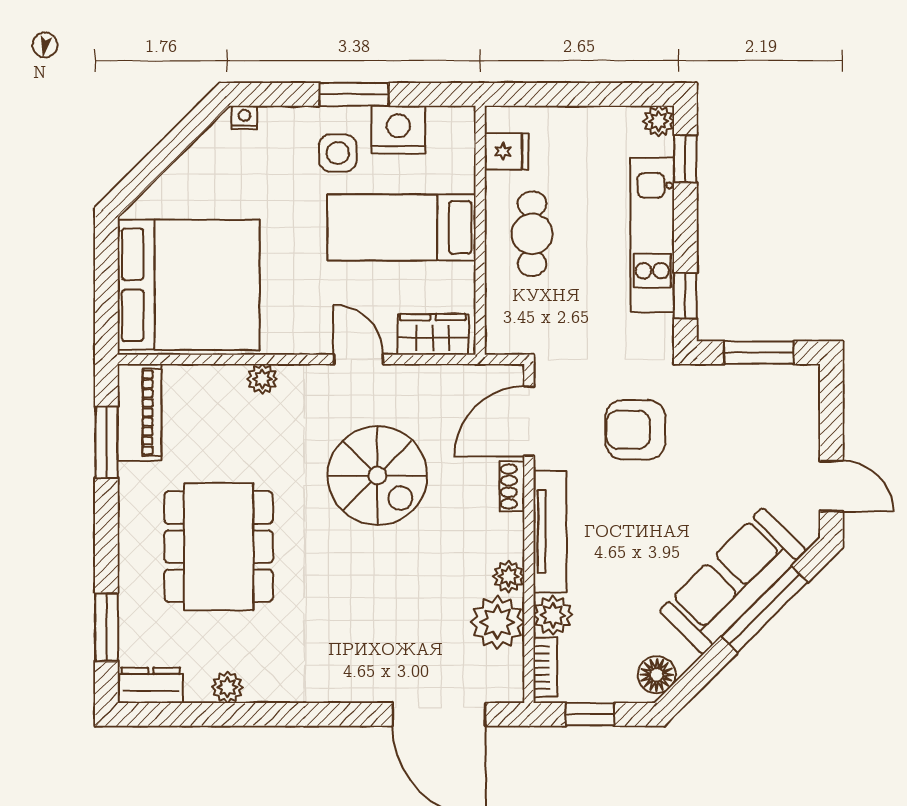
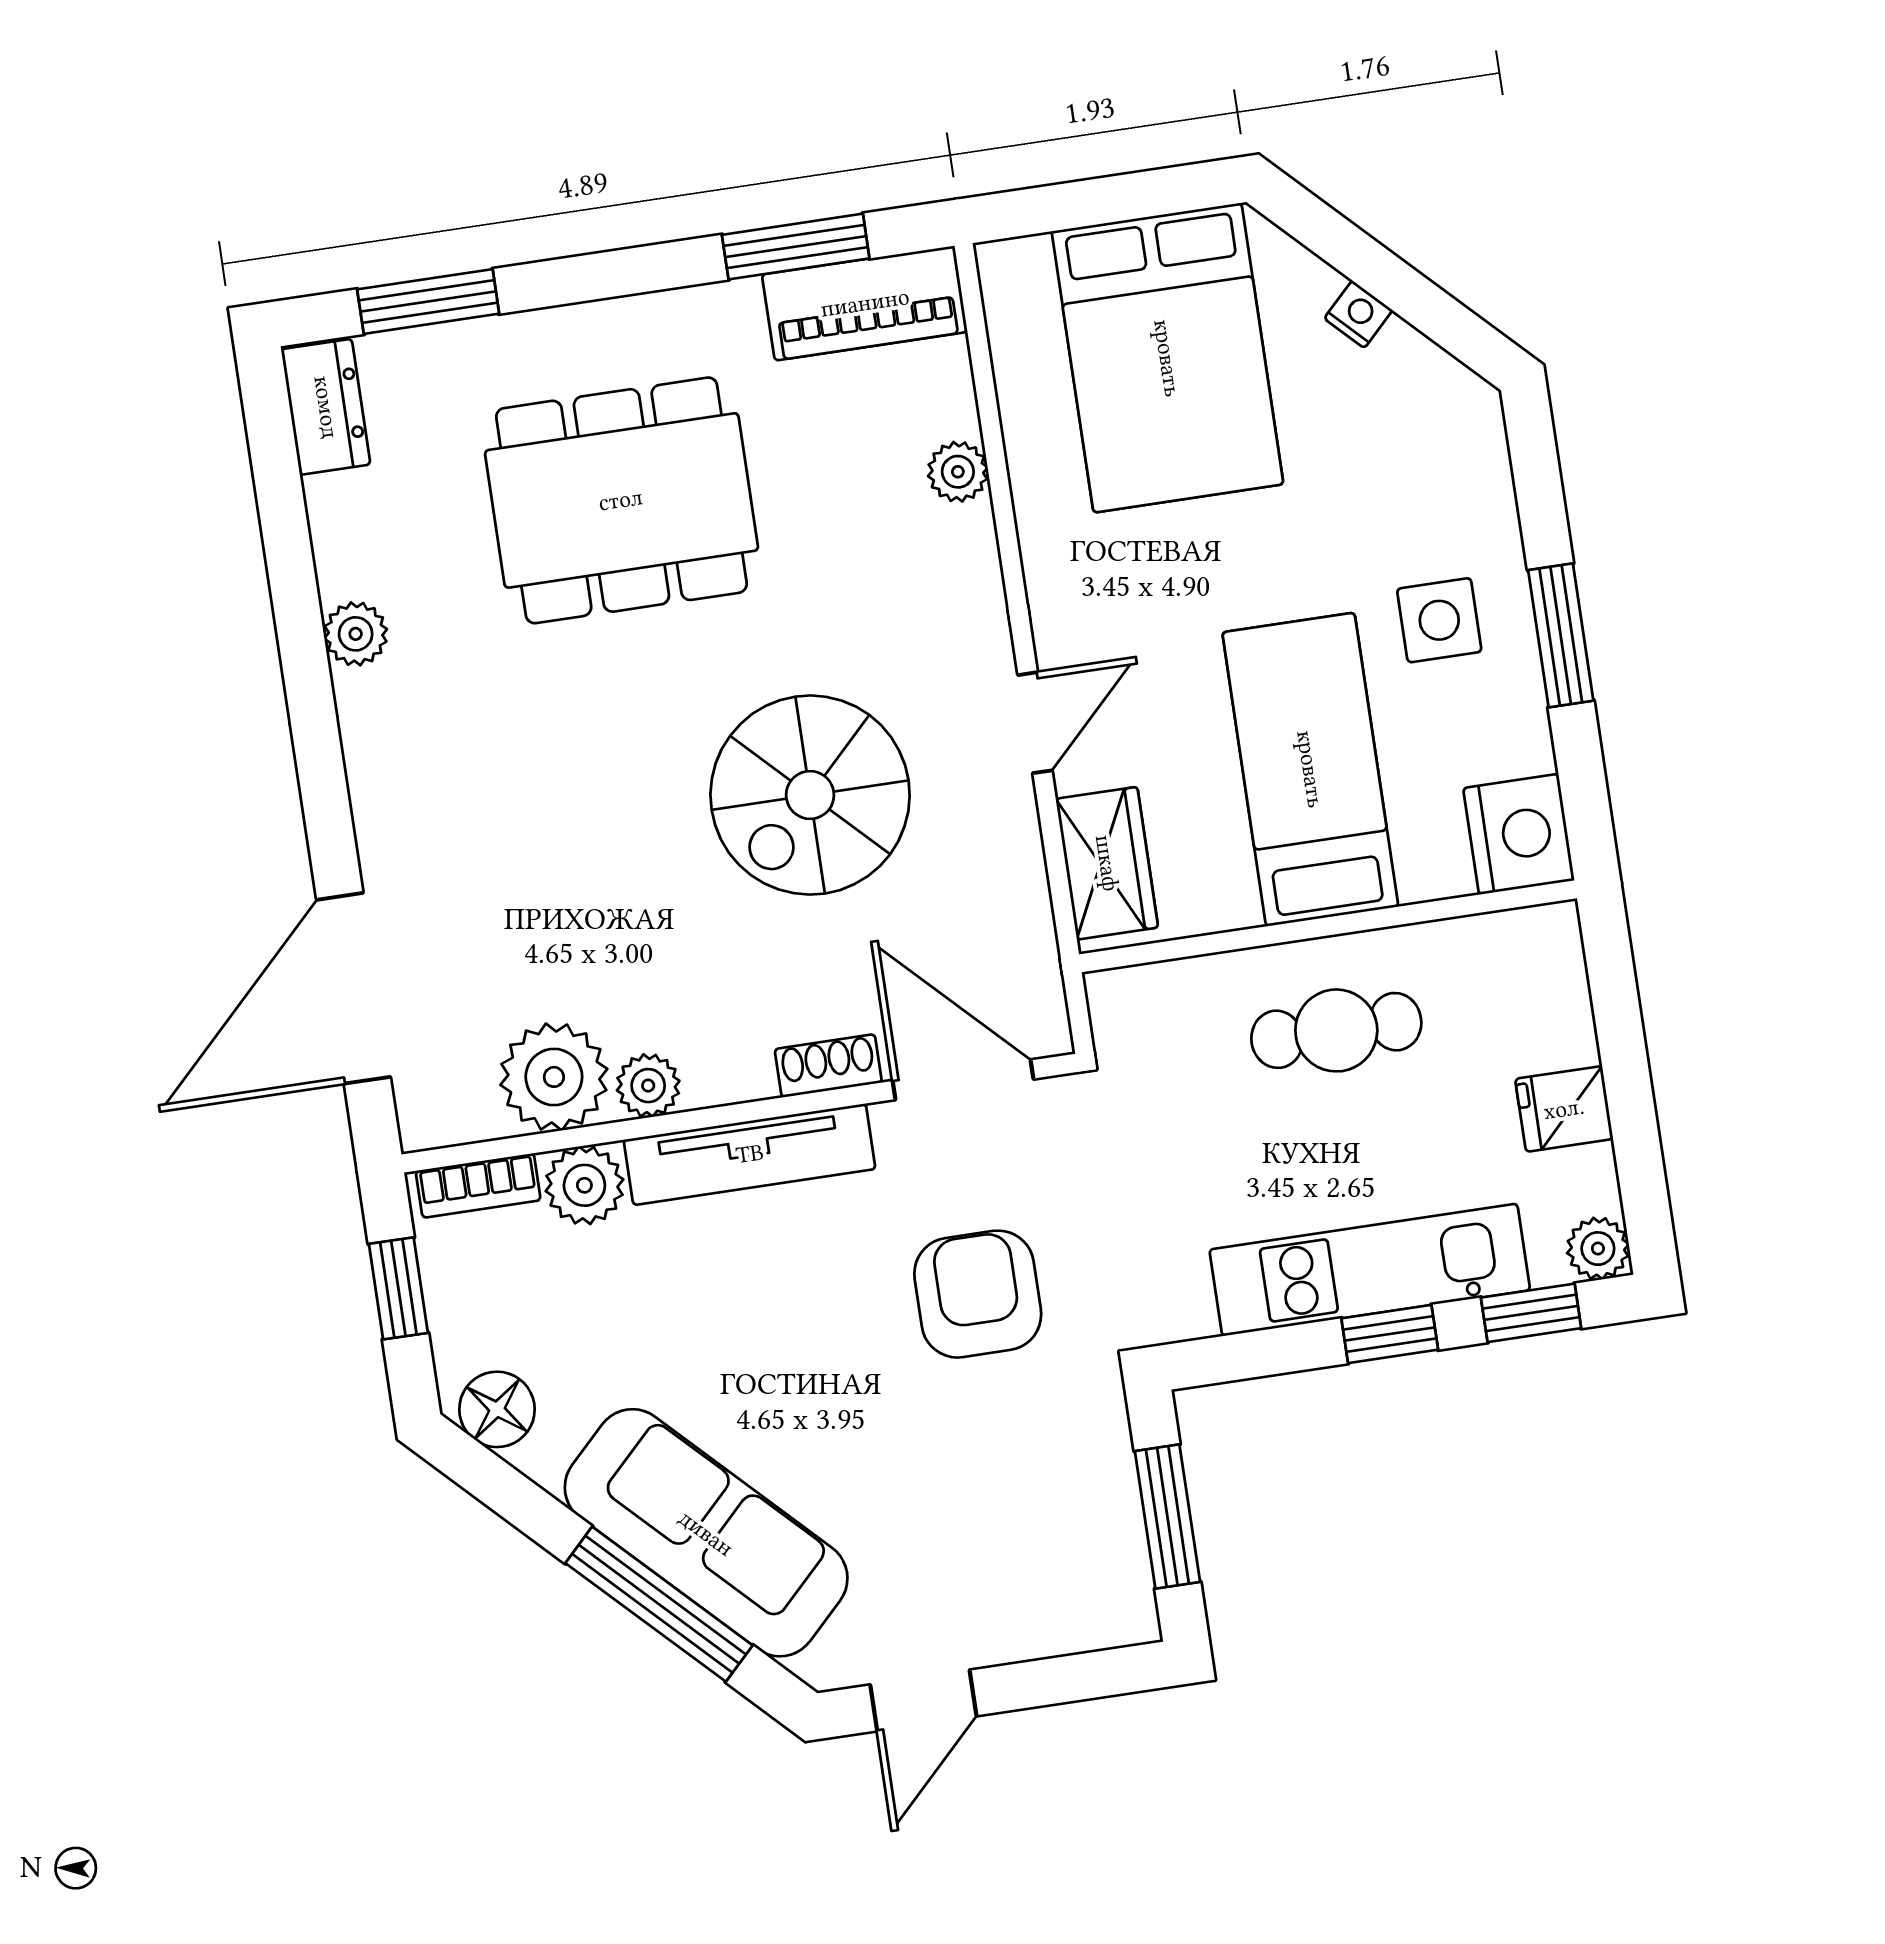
nightstand: (244, 117) -> (1358, 314), moved, turned -45
nightstand: (398, 130) -> (1519, 834), moved
fridge: (507, 151) -> (1564, 1109), moved, turned 90
bed: (189, 285) -> (1167, 358), width x0.73
window: (685, 296) -> (1390, 1334), moved
plant: (262, 379) -> (958, 472), moved
plant: (227, 687) -> (356, 634), moved

